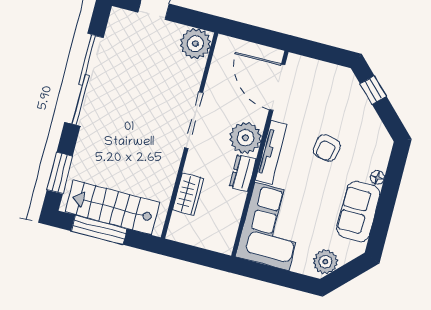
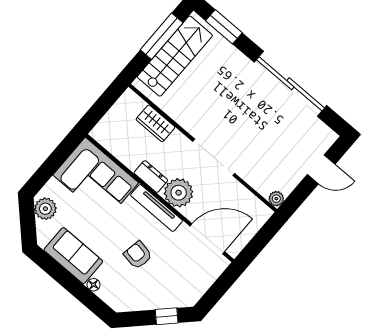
plant: (195, 44) -> (276, 199), width x0.53, depth x0.53

